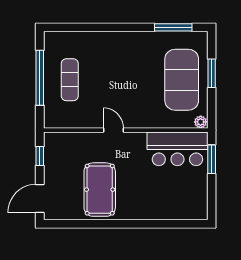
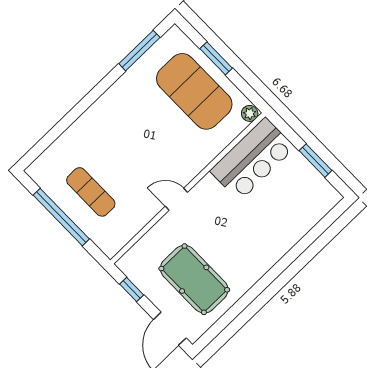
window: (212, 159) -> (315, 161), moved
pool table: (100, 190) -> (194, 279), moved

